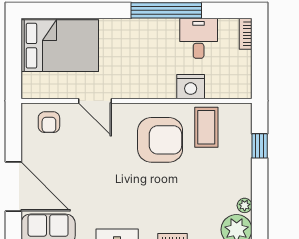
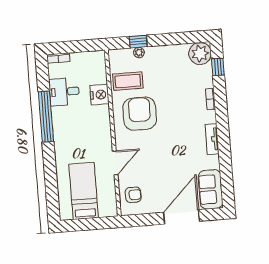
bed: (60, 46) -> (84, 191), width x0.67
plant: (245, 205) -> (139, 52), moved

